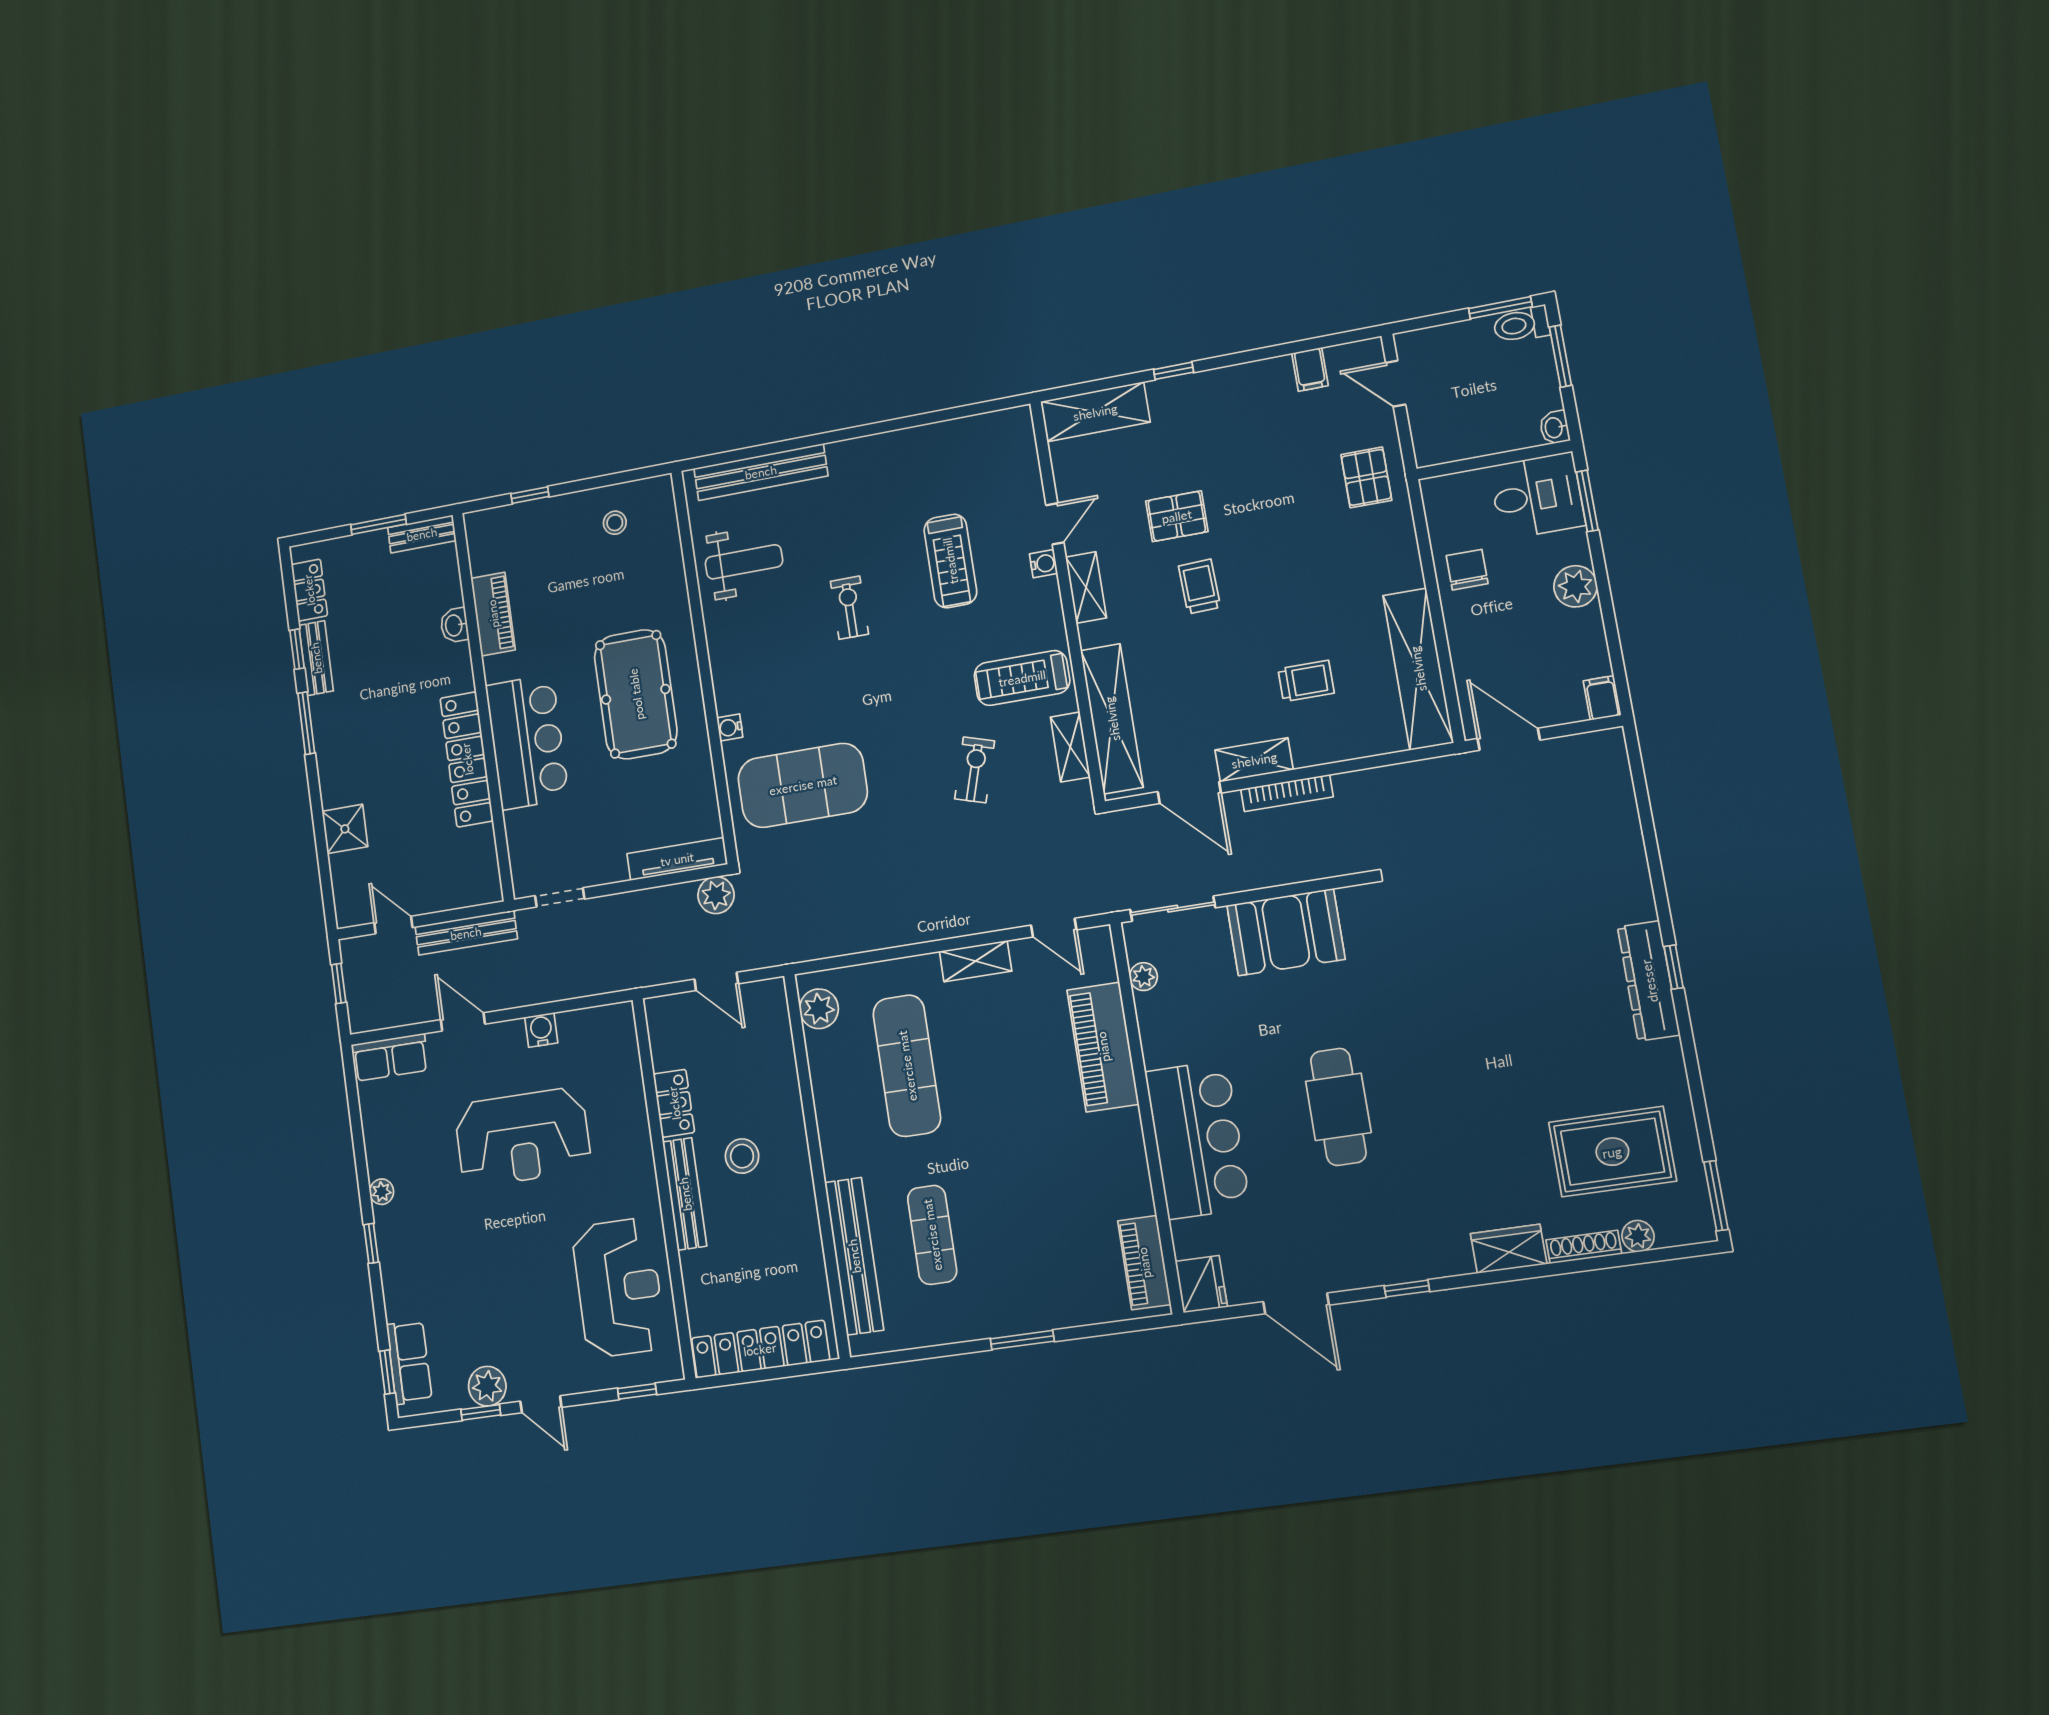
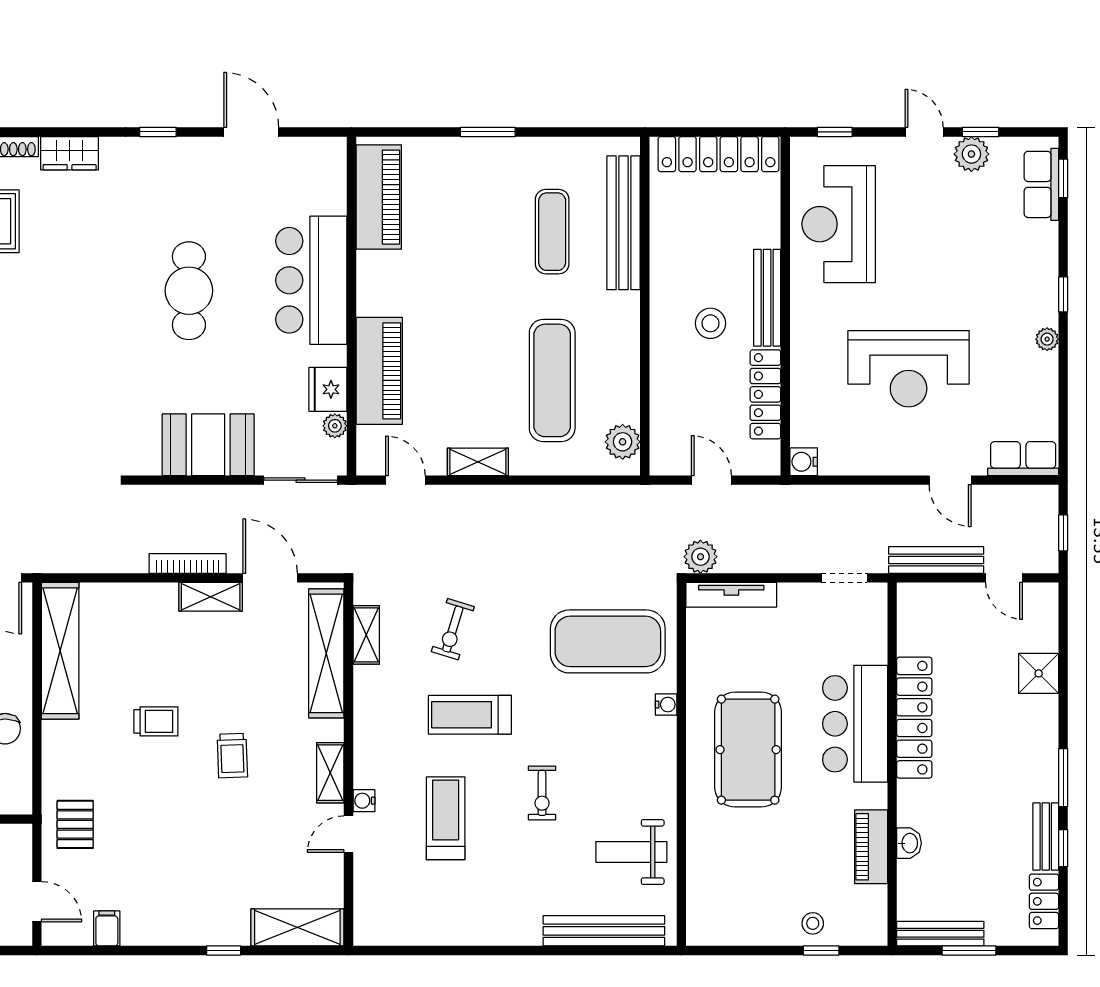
pallet: (1177, 516) -> (242, 821), removed
stool: (615, 523) -> (813, 923), moved
bench: (422, 534) -> (940, 934), width x1.36
treadmill: (1022, 678) -> (470, 715), moved, turned 180
trolley: (1306, 681) -> (156, 721), moved, turned 180
water cooler: (541, 1030) -> (804, 462), moved, turned 90
locker: (674, 1103) -> (765, 394), width x1.53
reception desk: (523, 1137) -> (909, 369), turned 180
piano: (1144, 1263) -> (379, 197), width x1.37, depth x1.33
fridge: (1201, 1284) -> (328, 389), moved

